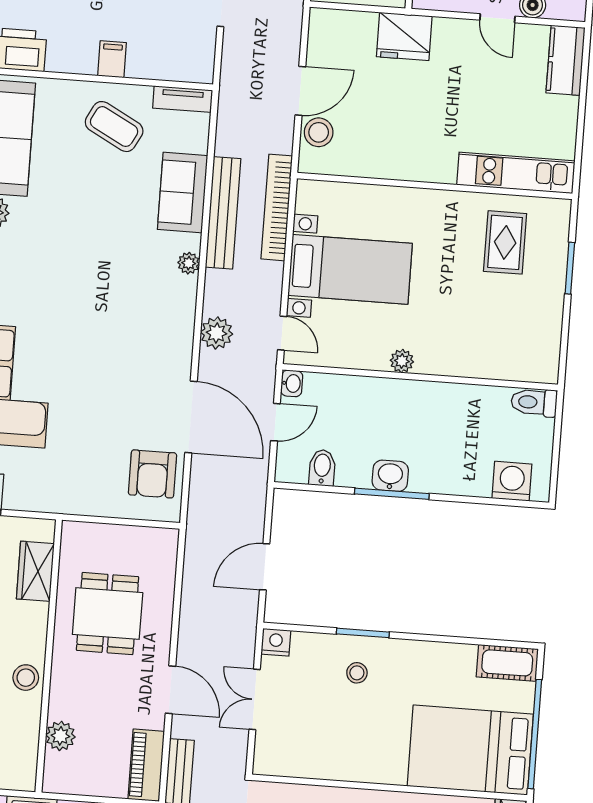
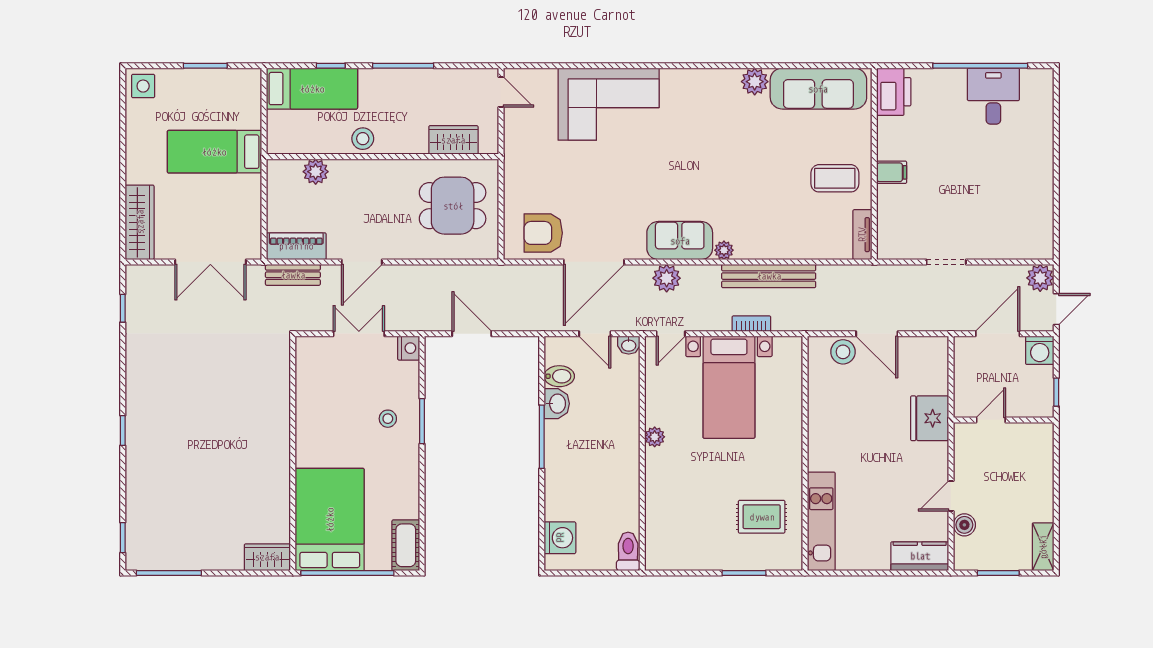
coffee table: (114, 127) -> (835, 178), turned 62
sofa: (183, 193) -> (680, 241), moved
bookcase: (277, 207) -> (751, 324), width x0.43, depth x0.76
washbasin: (390, 476) -> (557, 404), moved
dining table: (108, 614) -> (453, 206), moved

